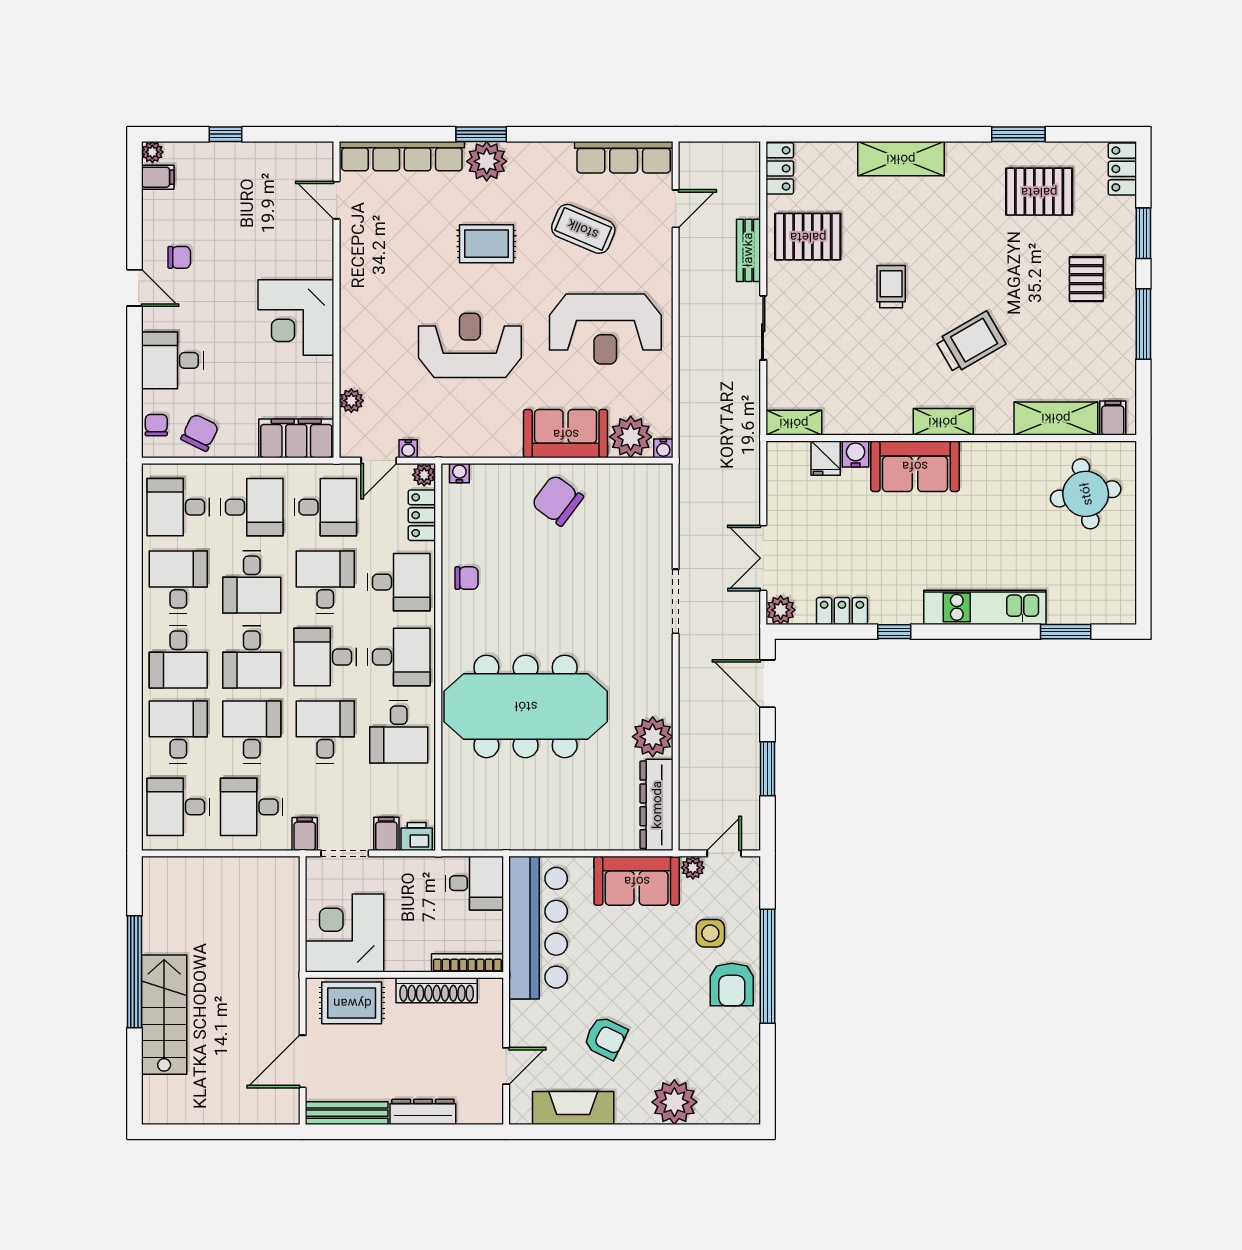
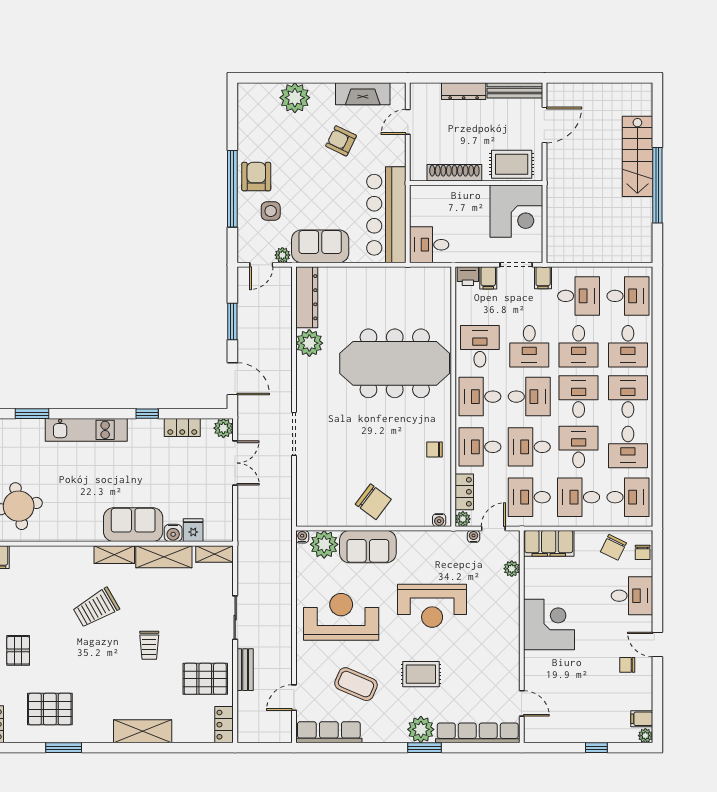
shelving: (1056, 418) -> (164, 557), moved
desk: (325, 582) -> (529, 447), turned 90
bookcase: (467, 963) -> (434, 191), removed

